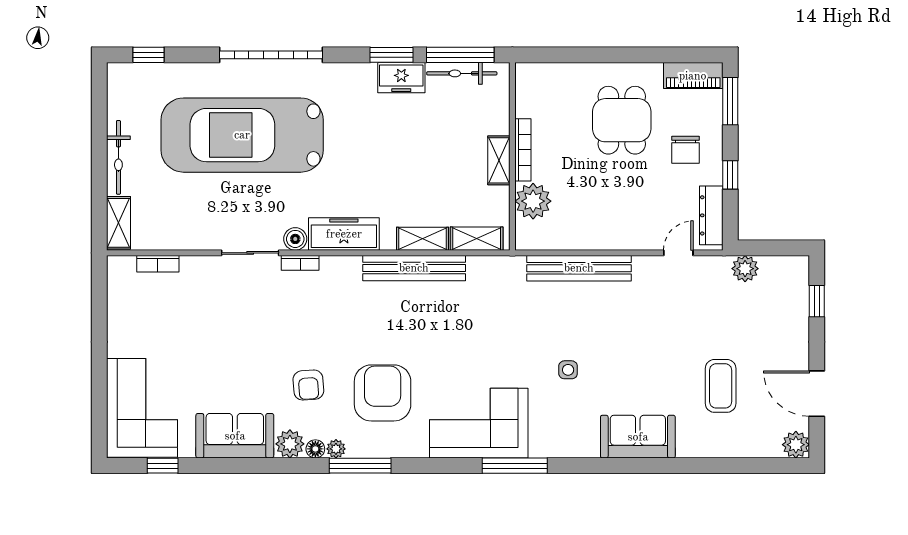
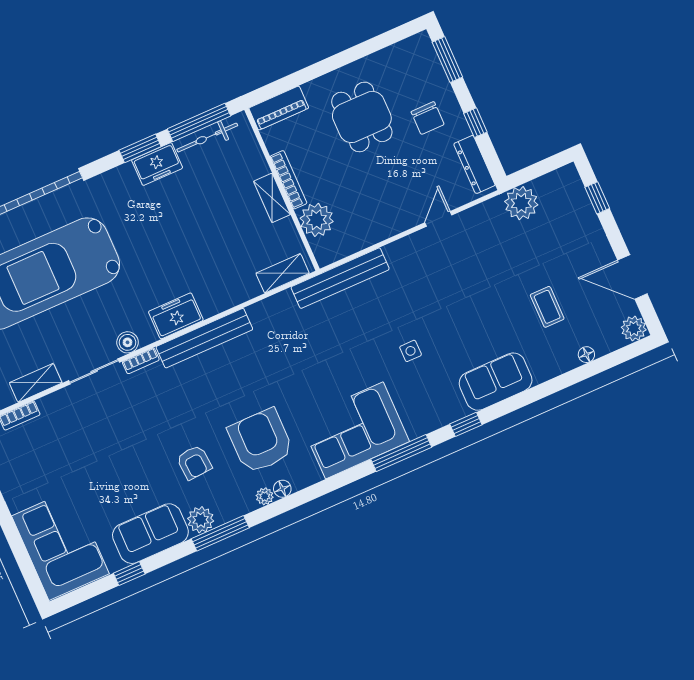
piano: (693, 76) -> (279, 108), moved
freezer: (344, 234) -> (176, 316), width x0.71
shelving: (423, 239) -> (36, 383), moved
door: (678, 253) -> (438, 219), moved
bench: (414, 268) -> (204, 338), moved
bench: (579, 268) -> (340, 278), moved
plant: (745, 269) -> (521, 203), width x1.36, depth x1.36
coffee table: (721, 386) -> (547, 307), width x0.73, depth x0.77
floor lamp: (315, 449) -> (282, 489), moved
plant: (336, 449) -> (265, 496), moved
floor lamp: (738, 450) -> (586, 355), added
window: (163, 466) -> (129, 574), moved
window: (360, 466) -> (220, 533), moved
window: (590, 466) -> (466, 424), added

